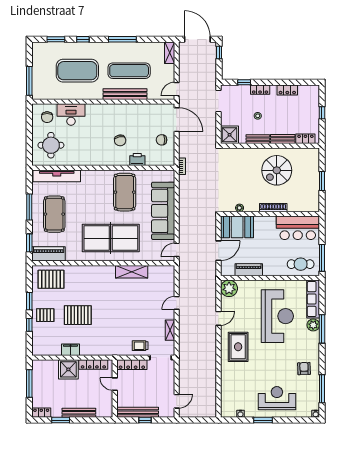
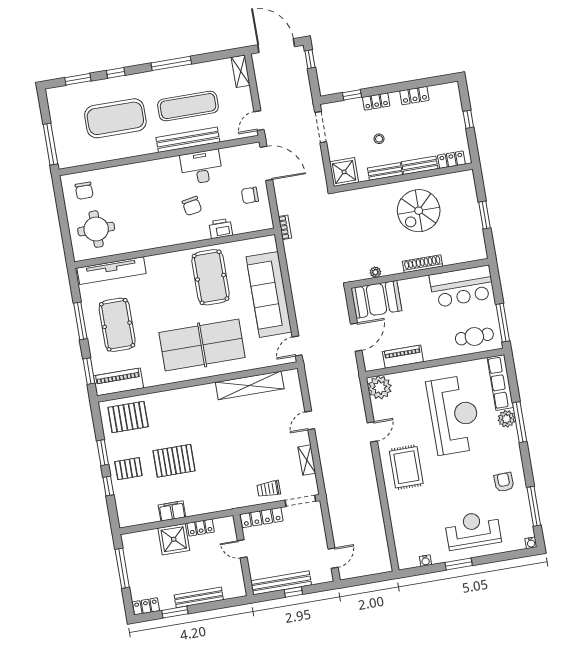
desk: (71, 115) -> (201, 167), moved
shelving: (132, 272) -> (250, 385), width x1.47
locker: (93, 364) -> (201, 528), width x0.66

